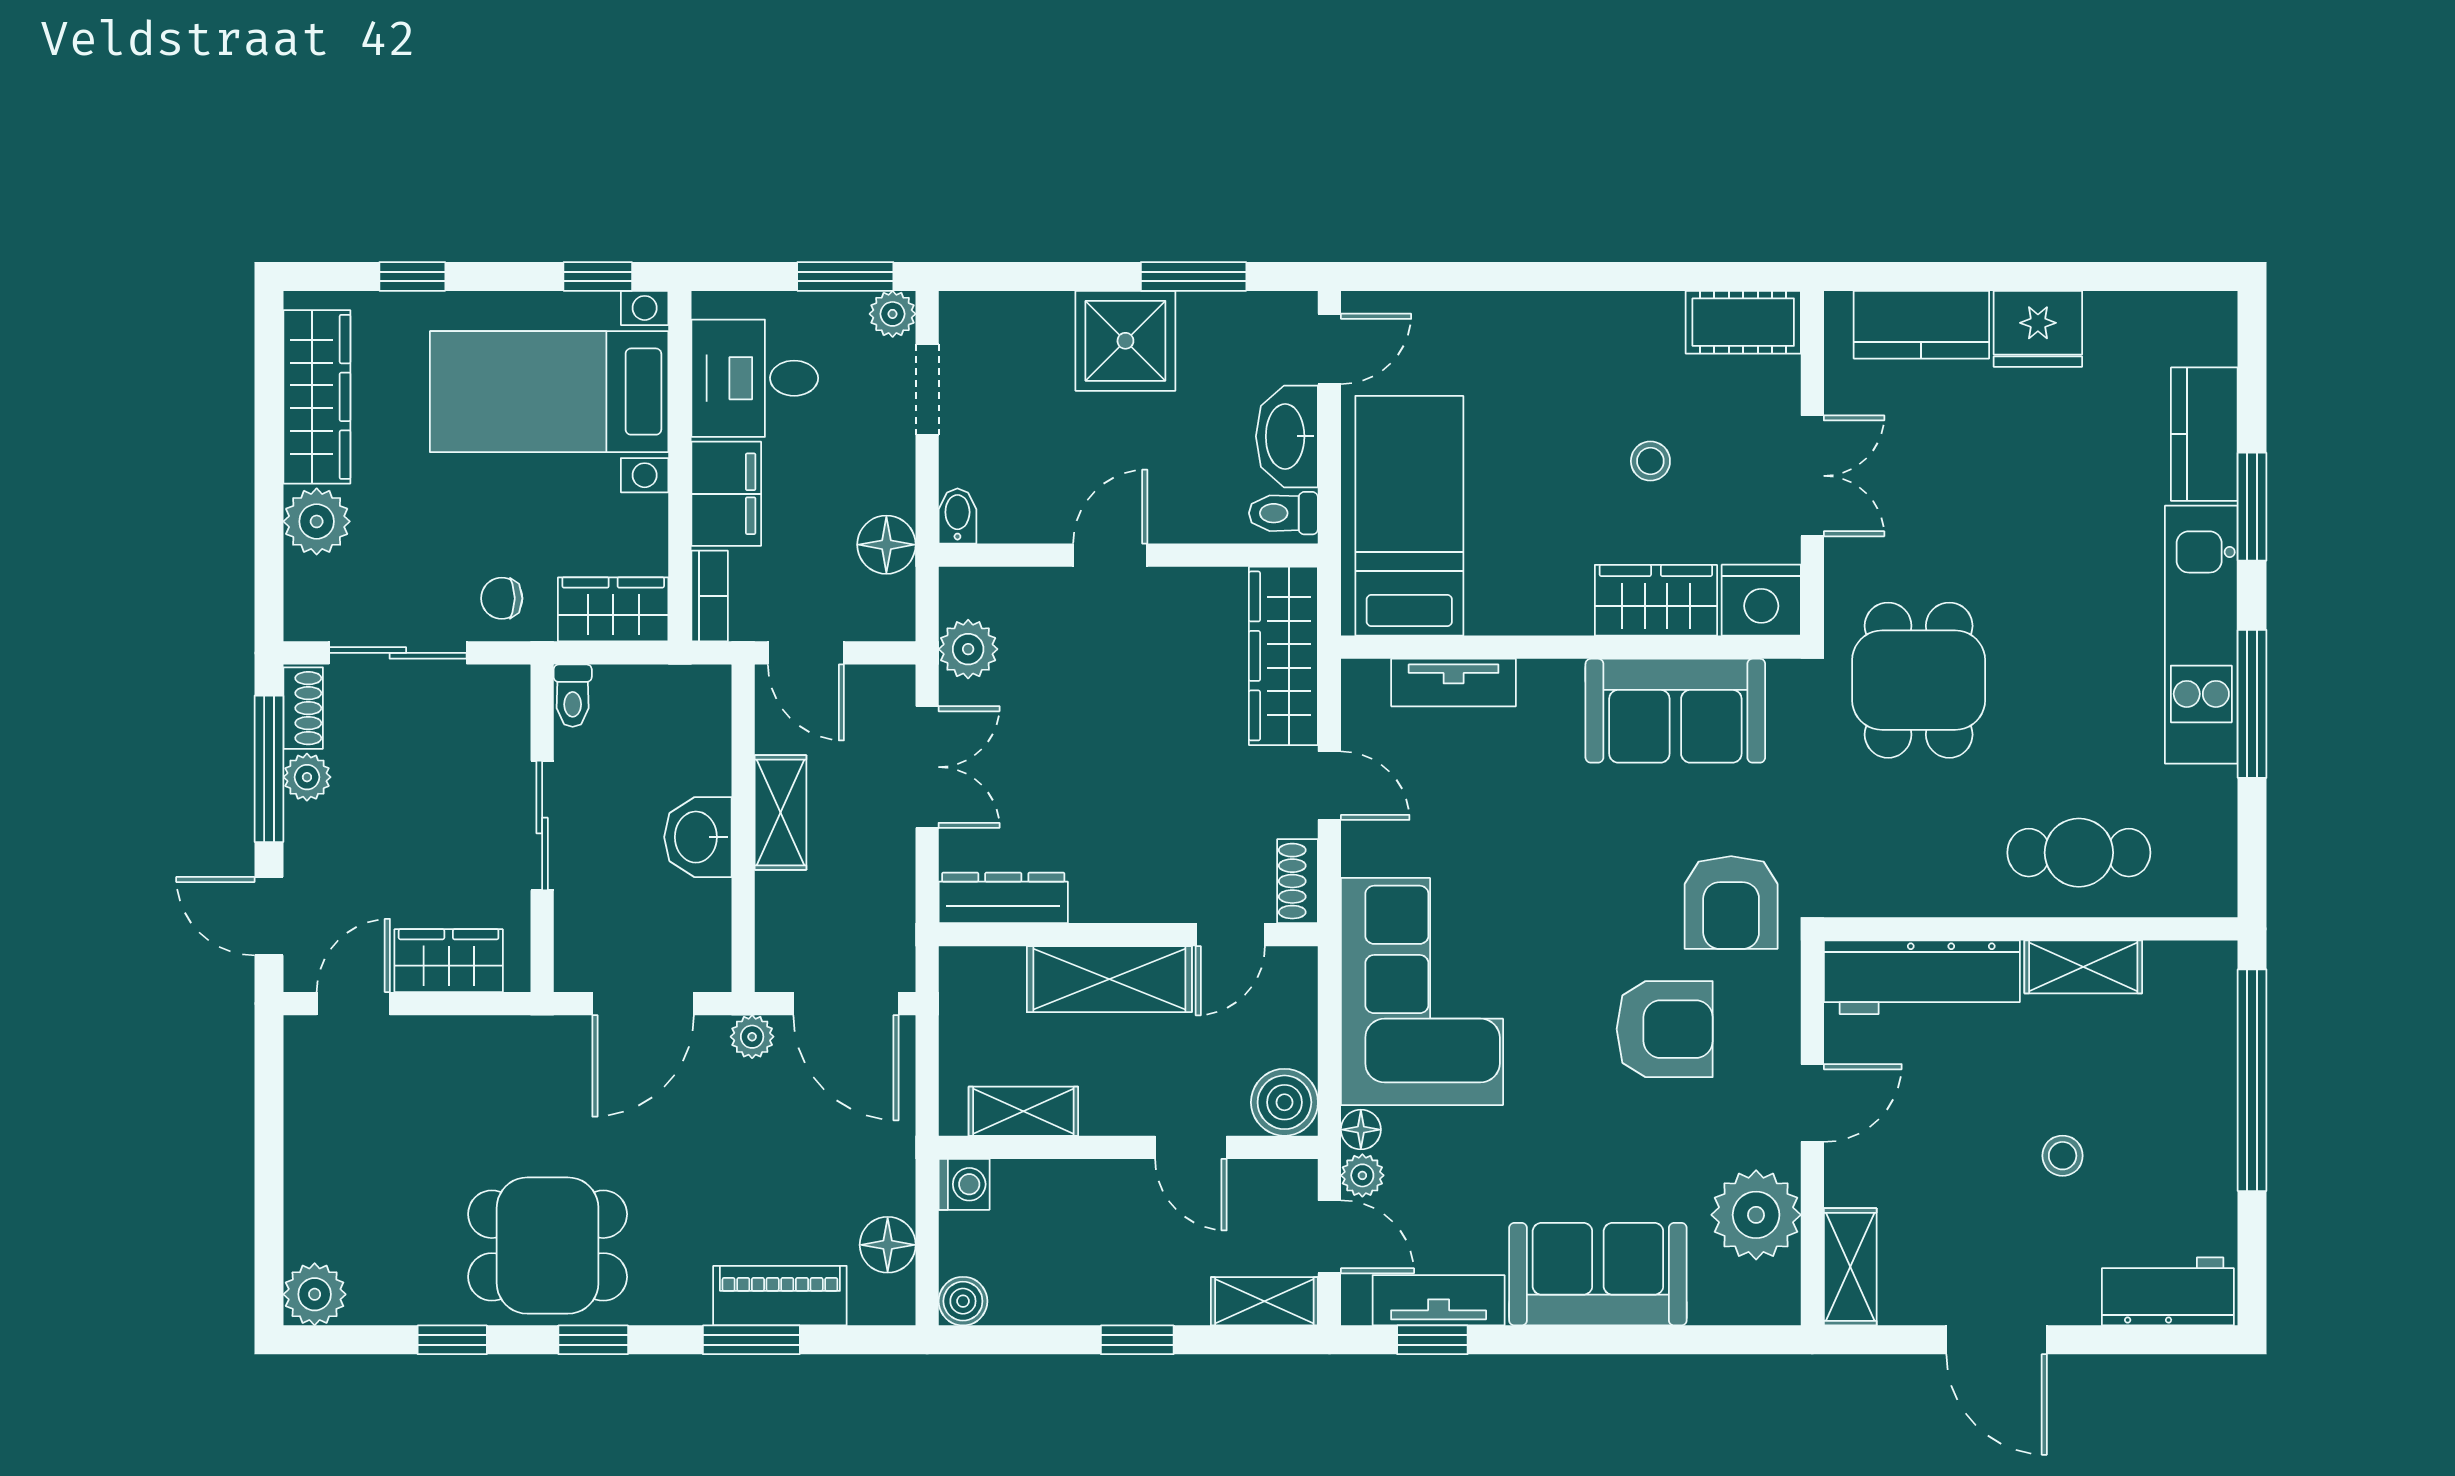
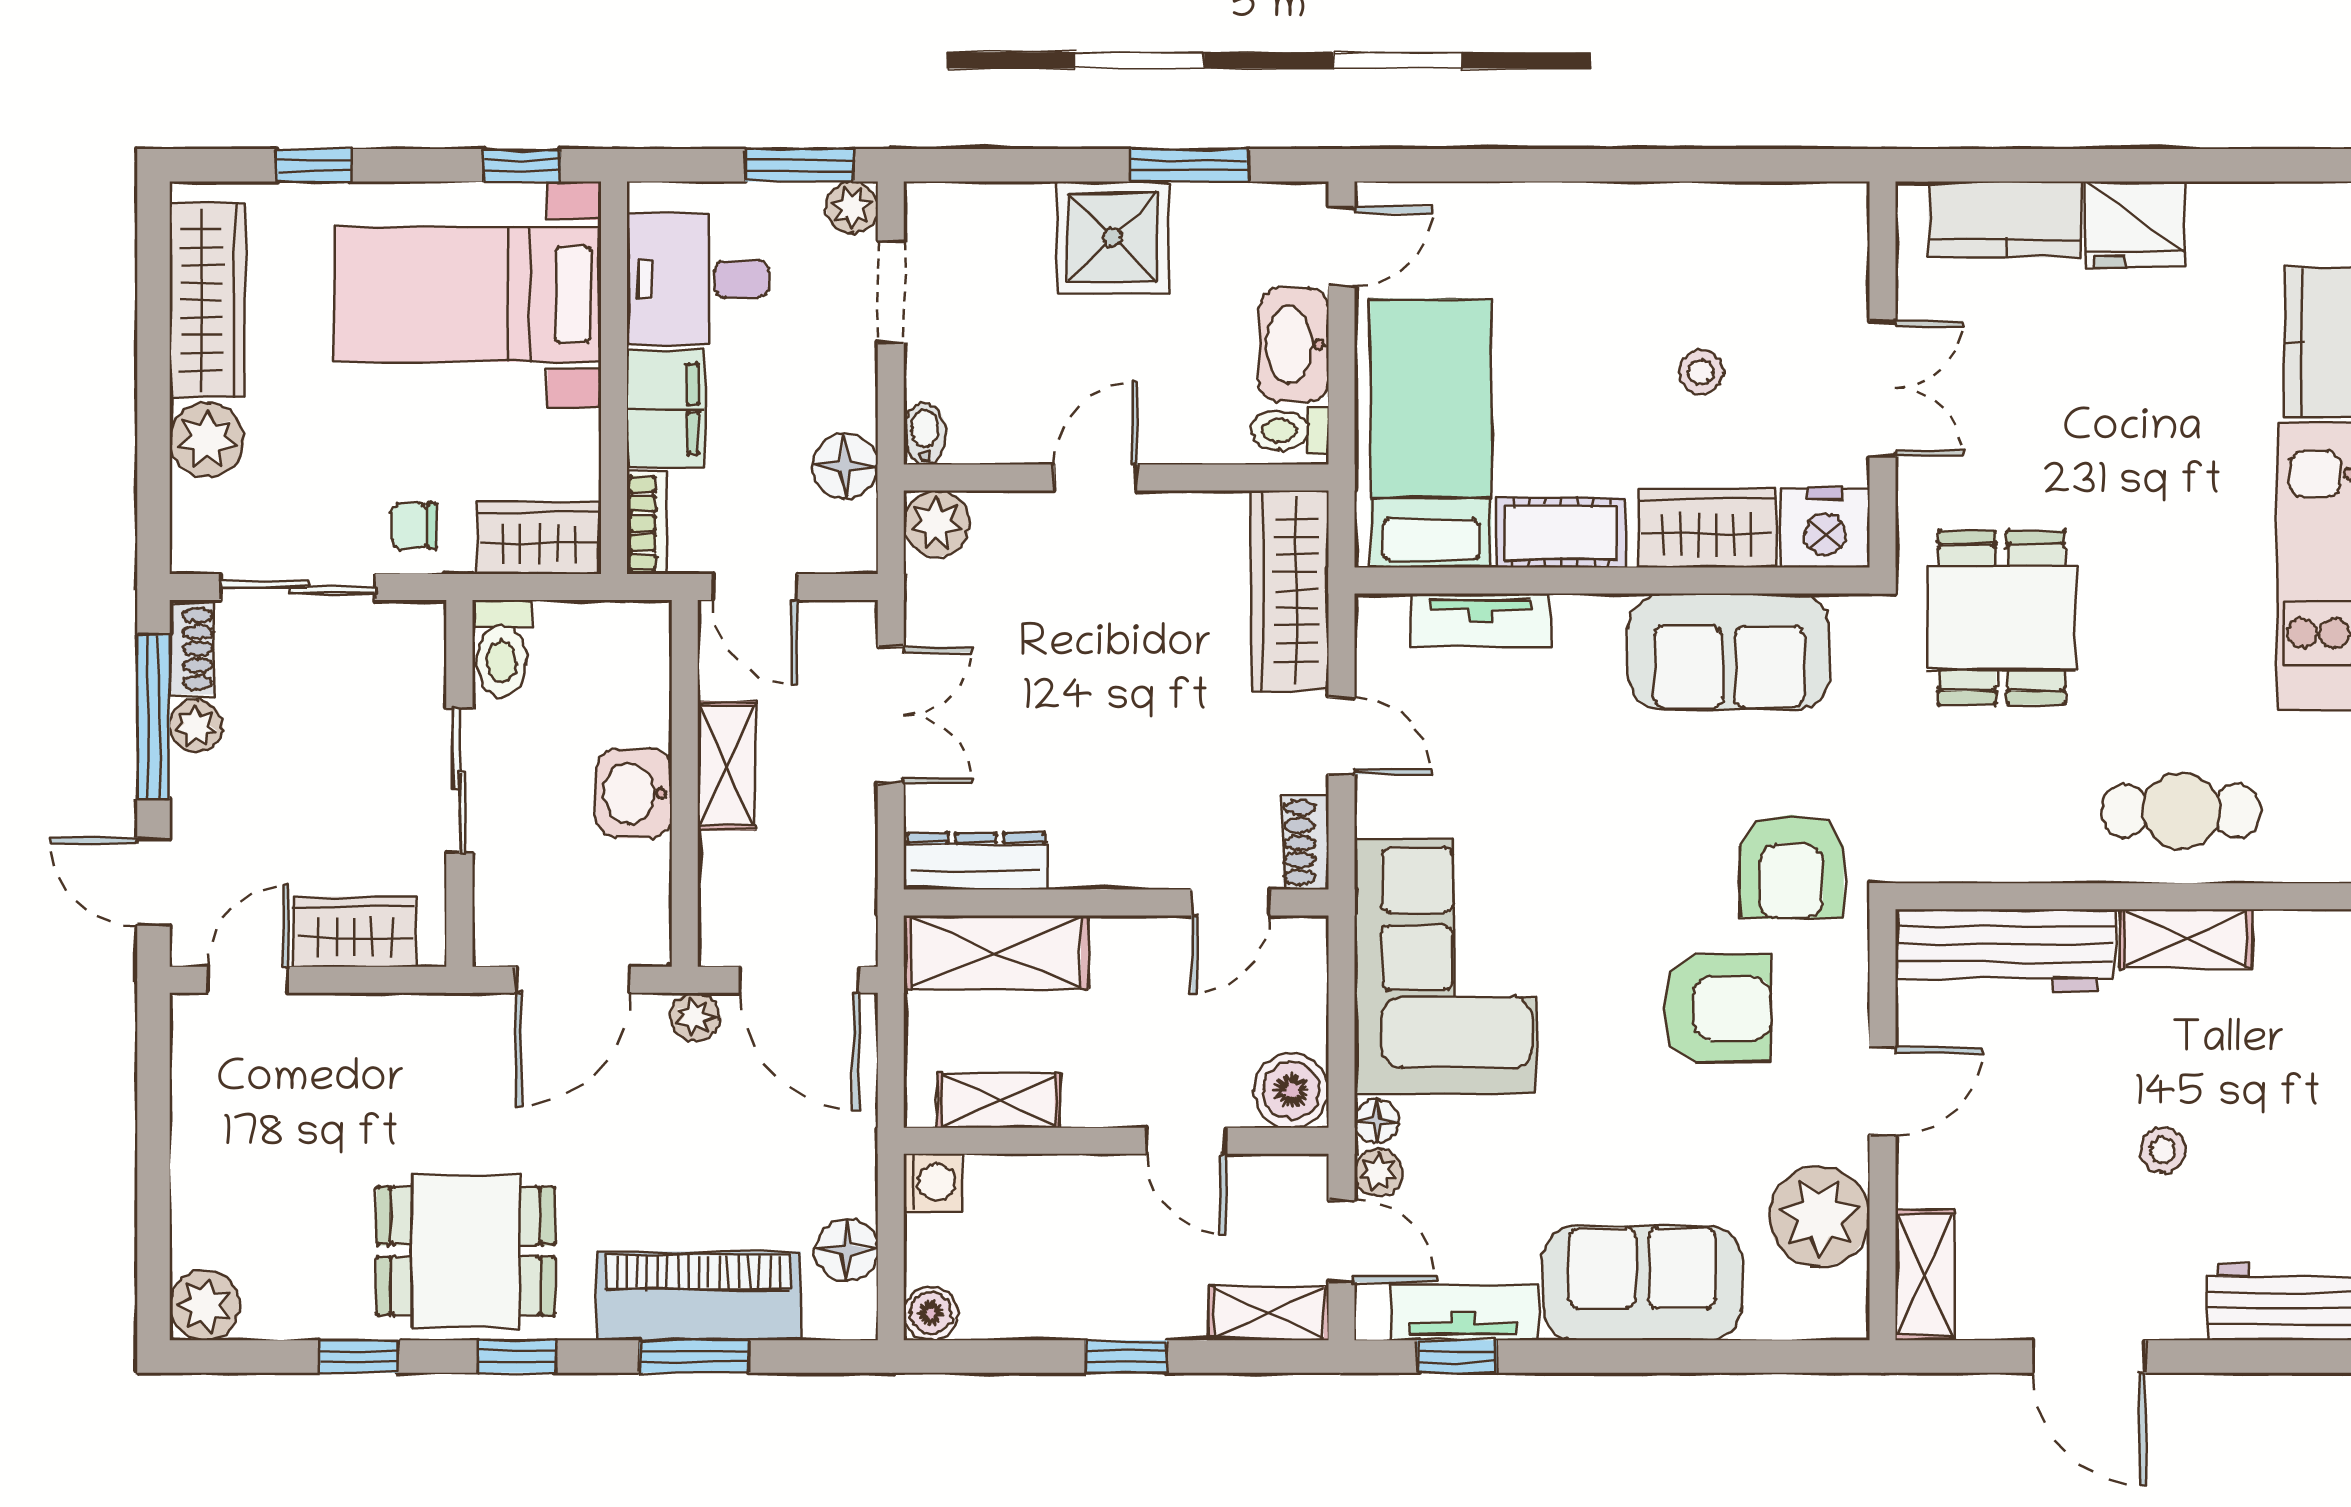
cot: (1743, 322) -> (1561, 533), moved
plant: (968, 649) -> (937, 524), moved
toilet: (573, 696) -> (502, 648), width x1.37, depth x1.39
shelving: (1109, 979) -> (996, 952), moved
piano: (780, 1296) -> (699, 1296), width x1.37, depth x1.33

